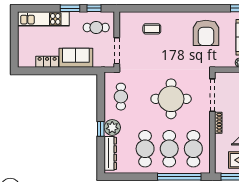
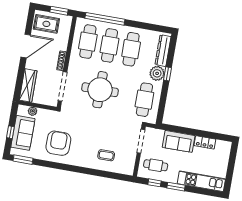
cafe table: (121, 97) -> (144, 100), width x1.37, depth x1.35

